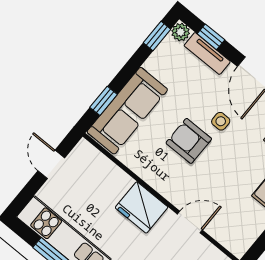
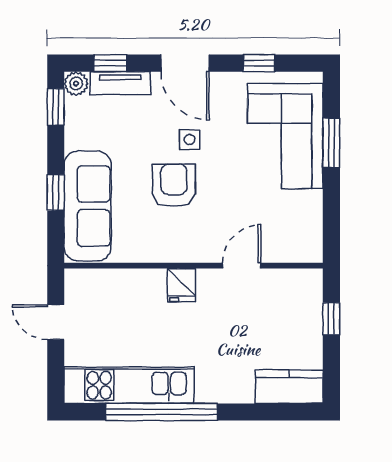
window: (104, 101) -> (56, 193), moved
armchair: (189, 141) -> (174, 185), turned 90
fridge: (142, 207) -> (181, 285), width x0.53, depth x0.75

